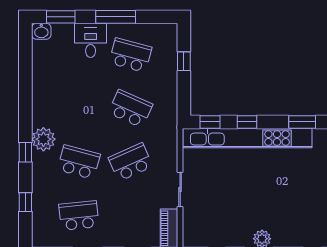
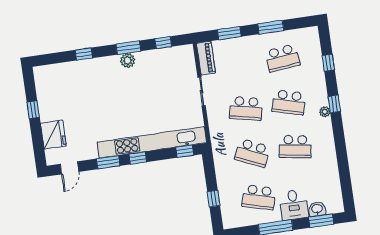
washbasin: (41, 31) -> (317, 209), moved
school desk: (79, 109) -> (295, 147), added
window: (247, 122) -> (138, 158), moved
plant: (43, 139) -> (325, 112), width x0.53, depth x0.53
school desk: (130, 162) -> (246, 108), turned 36

